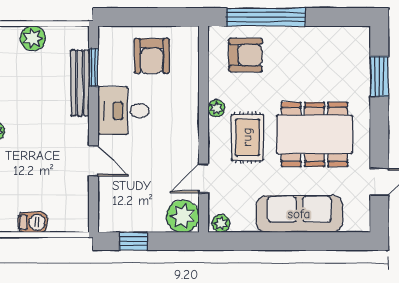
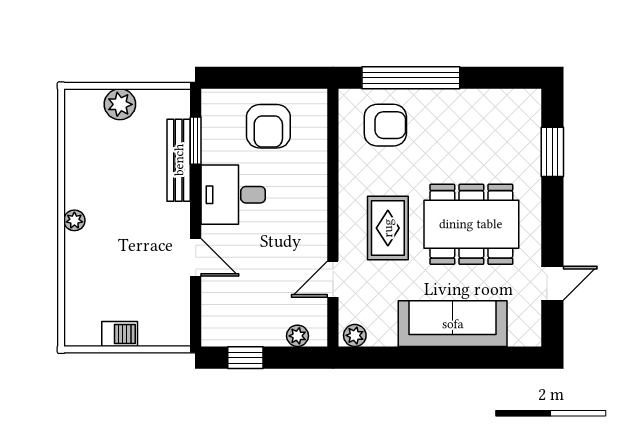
plant: (216, 108) -> (349, 192), removed
plant: (183, 216) -> (297, 336), width x0.53, depth x0.53

